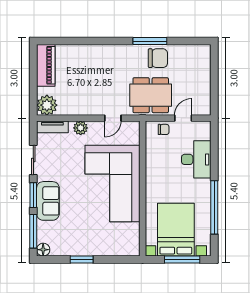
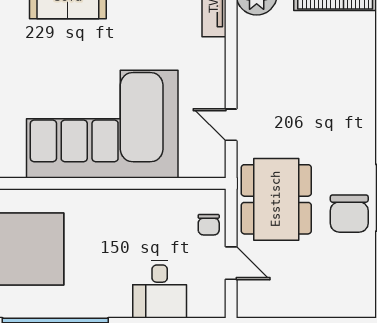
plant: (81, 128) -> (212, 61), removed
desk: (196, 159) -> (160, 289), width x0.73

